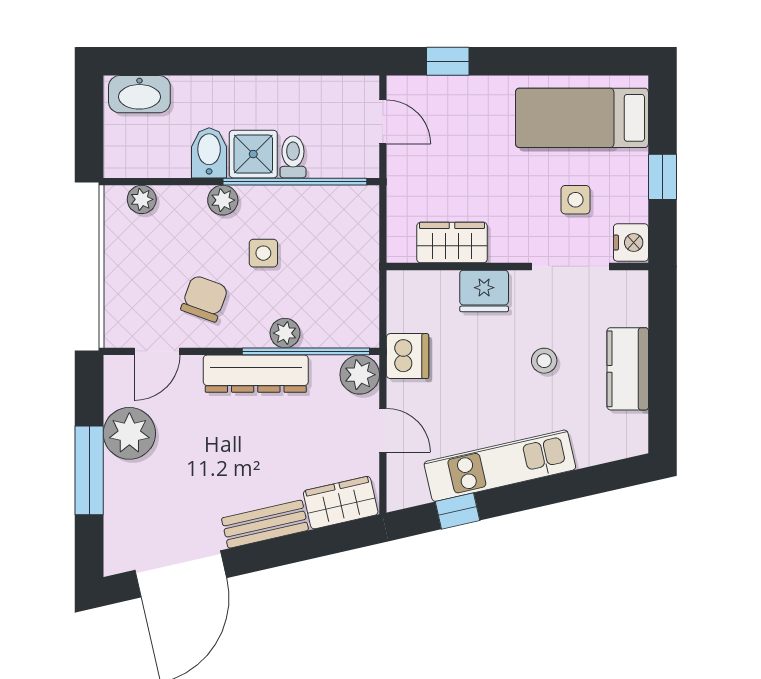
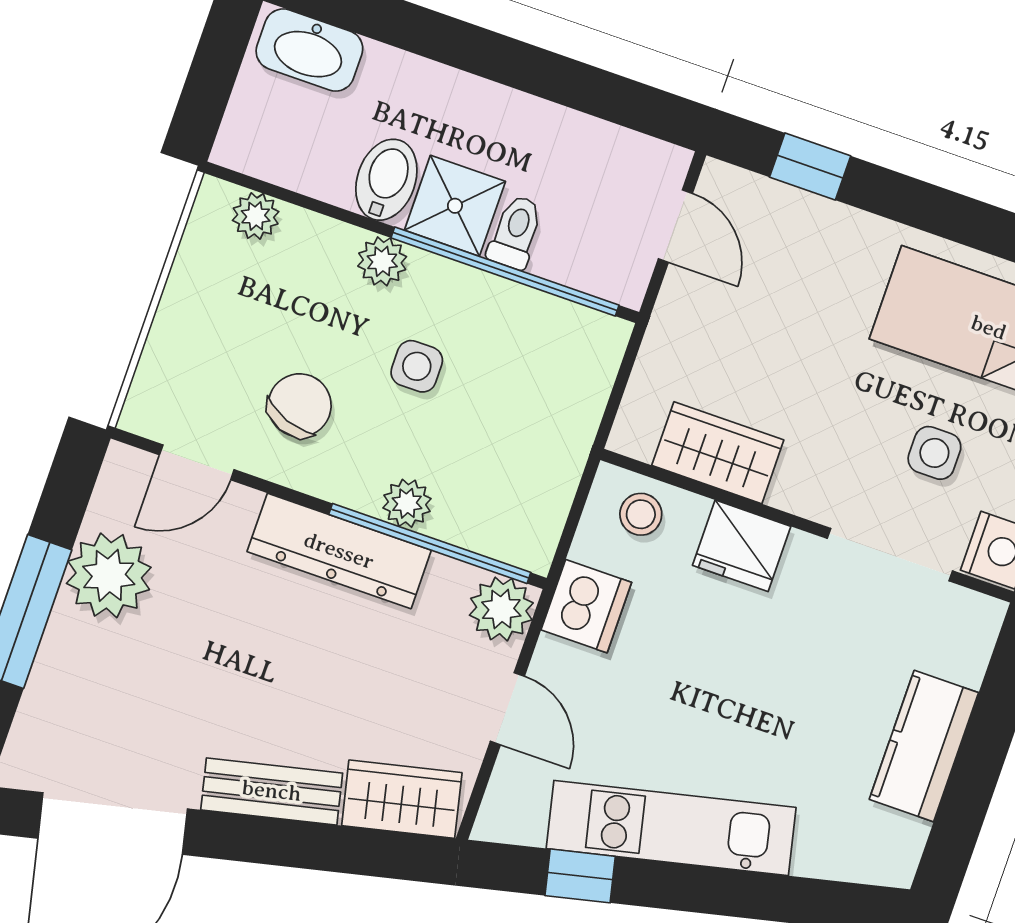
stool: (544, 361) -> (641, 514), moved

